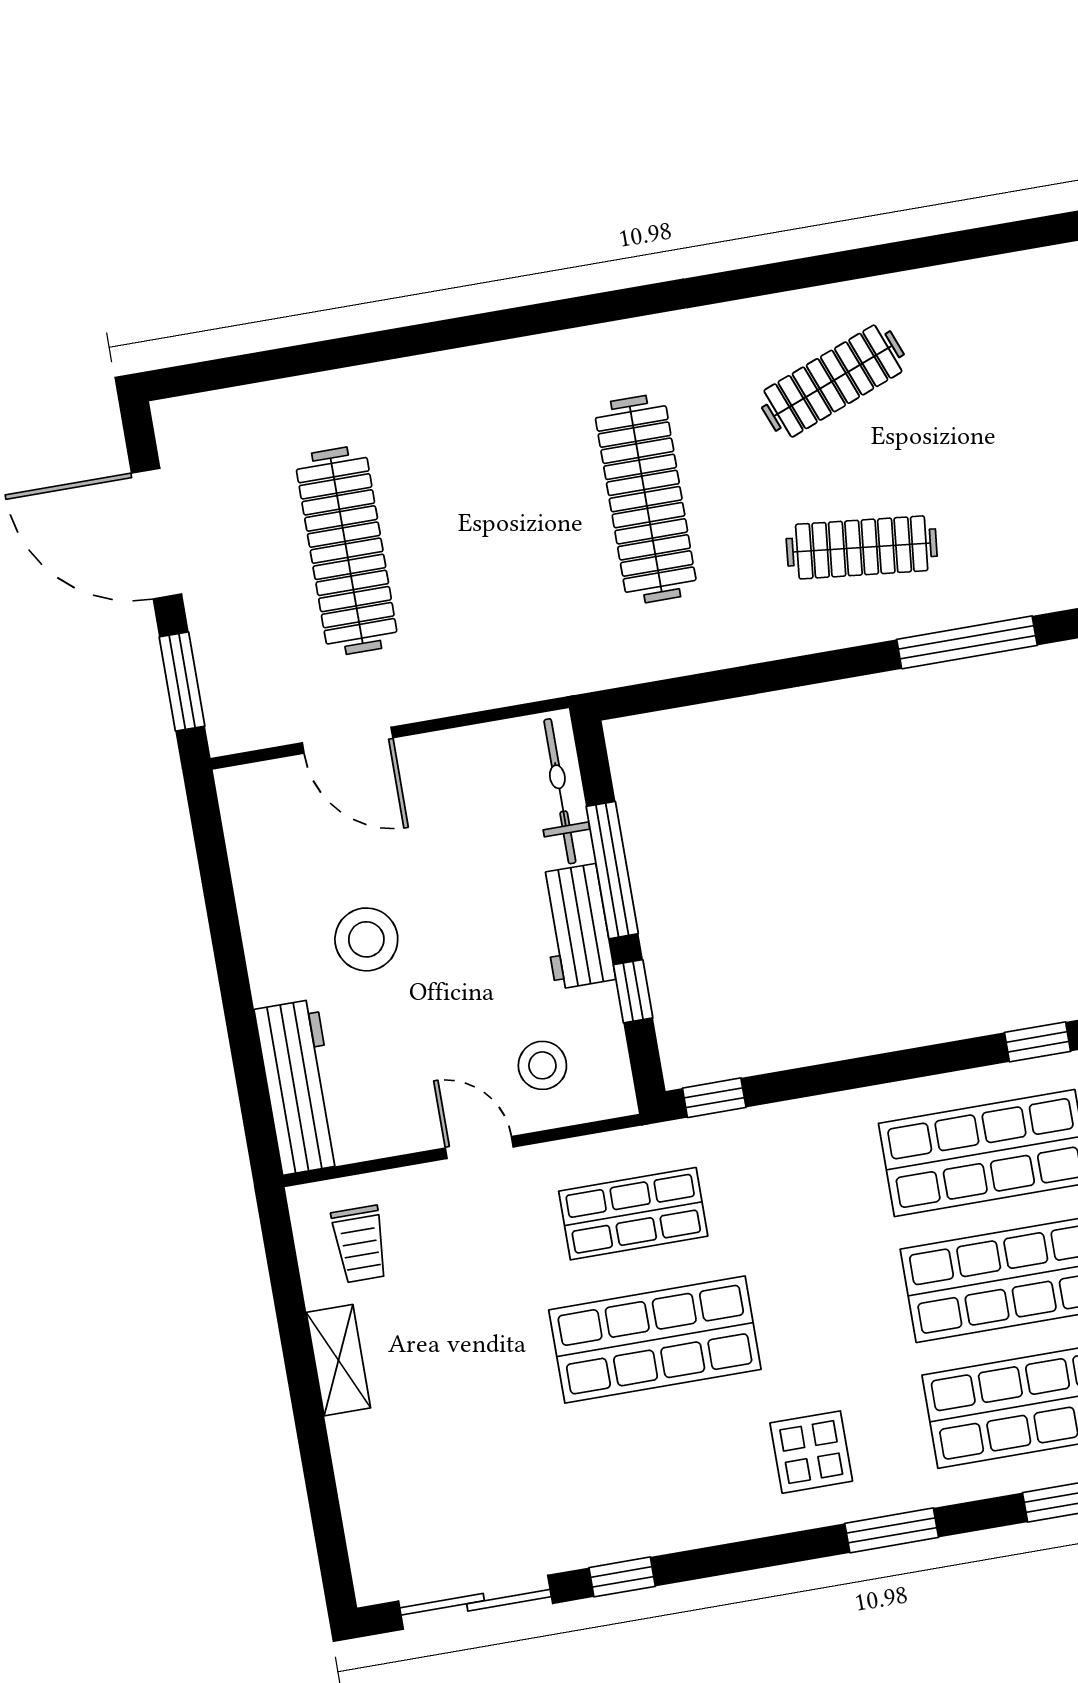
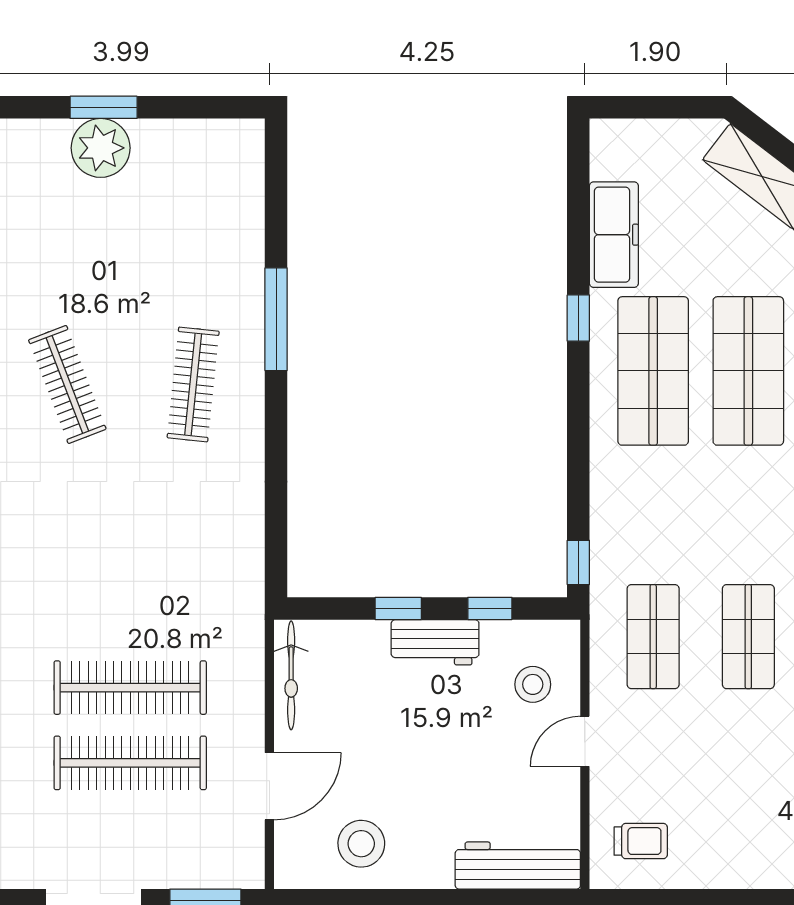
clothes rail: (646, 499) -> (130, 688), moved
bicycle: (560, 791) -> (291, 675), moved, turned -90
window: (612, 870) -> (398, 608), width x0.46
stool: (366, 939) -> (361, 844), moved
shop shelf: (655, 1340) -> (748, 637), width x0.70, depth x0.74
shelving: (338, 1360) -> (723, 871), removed

